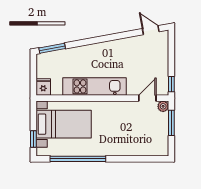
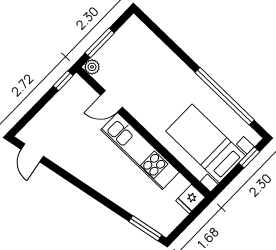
door: (147, 98) -> (111, 101), moved

